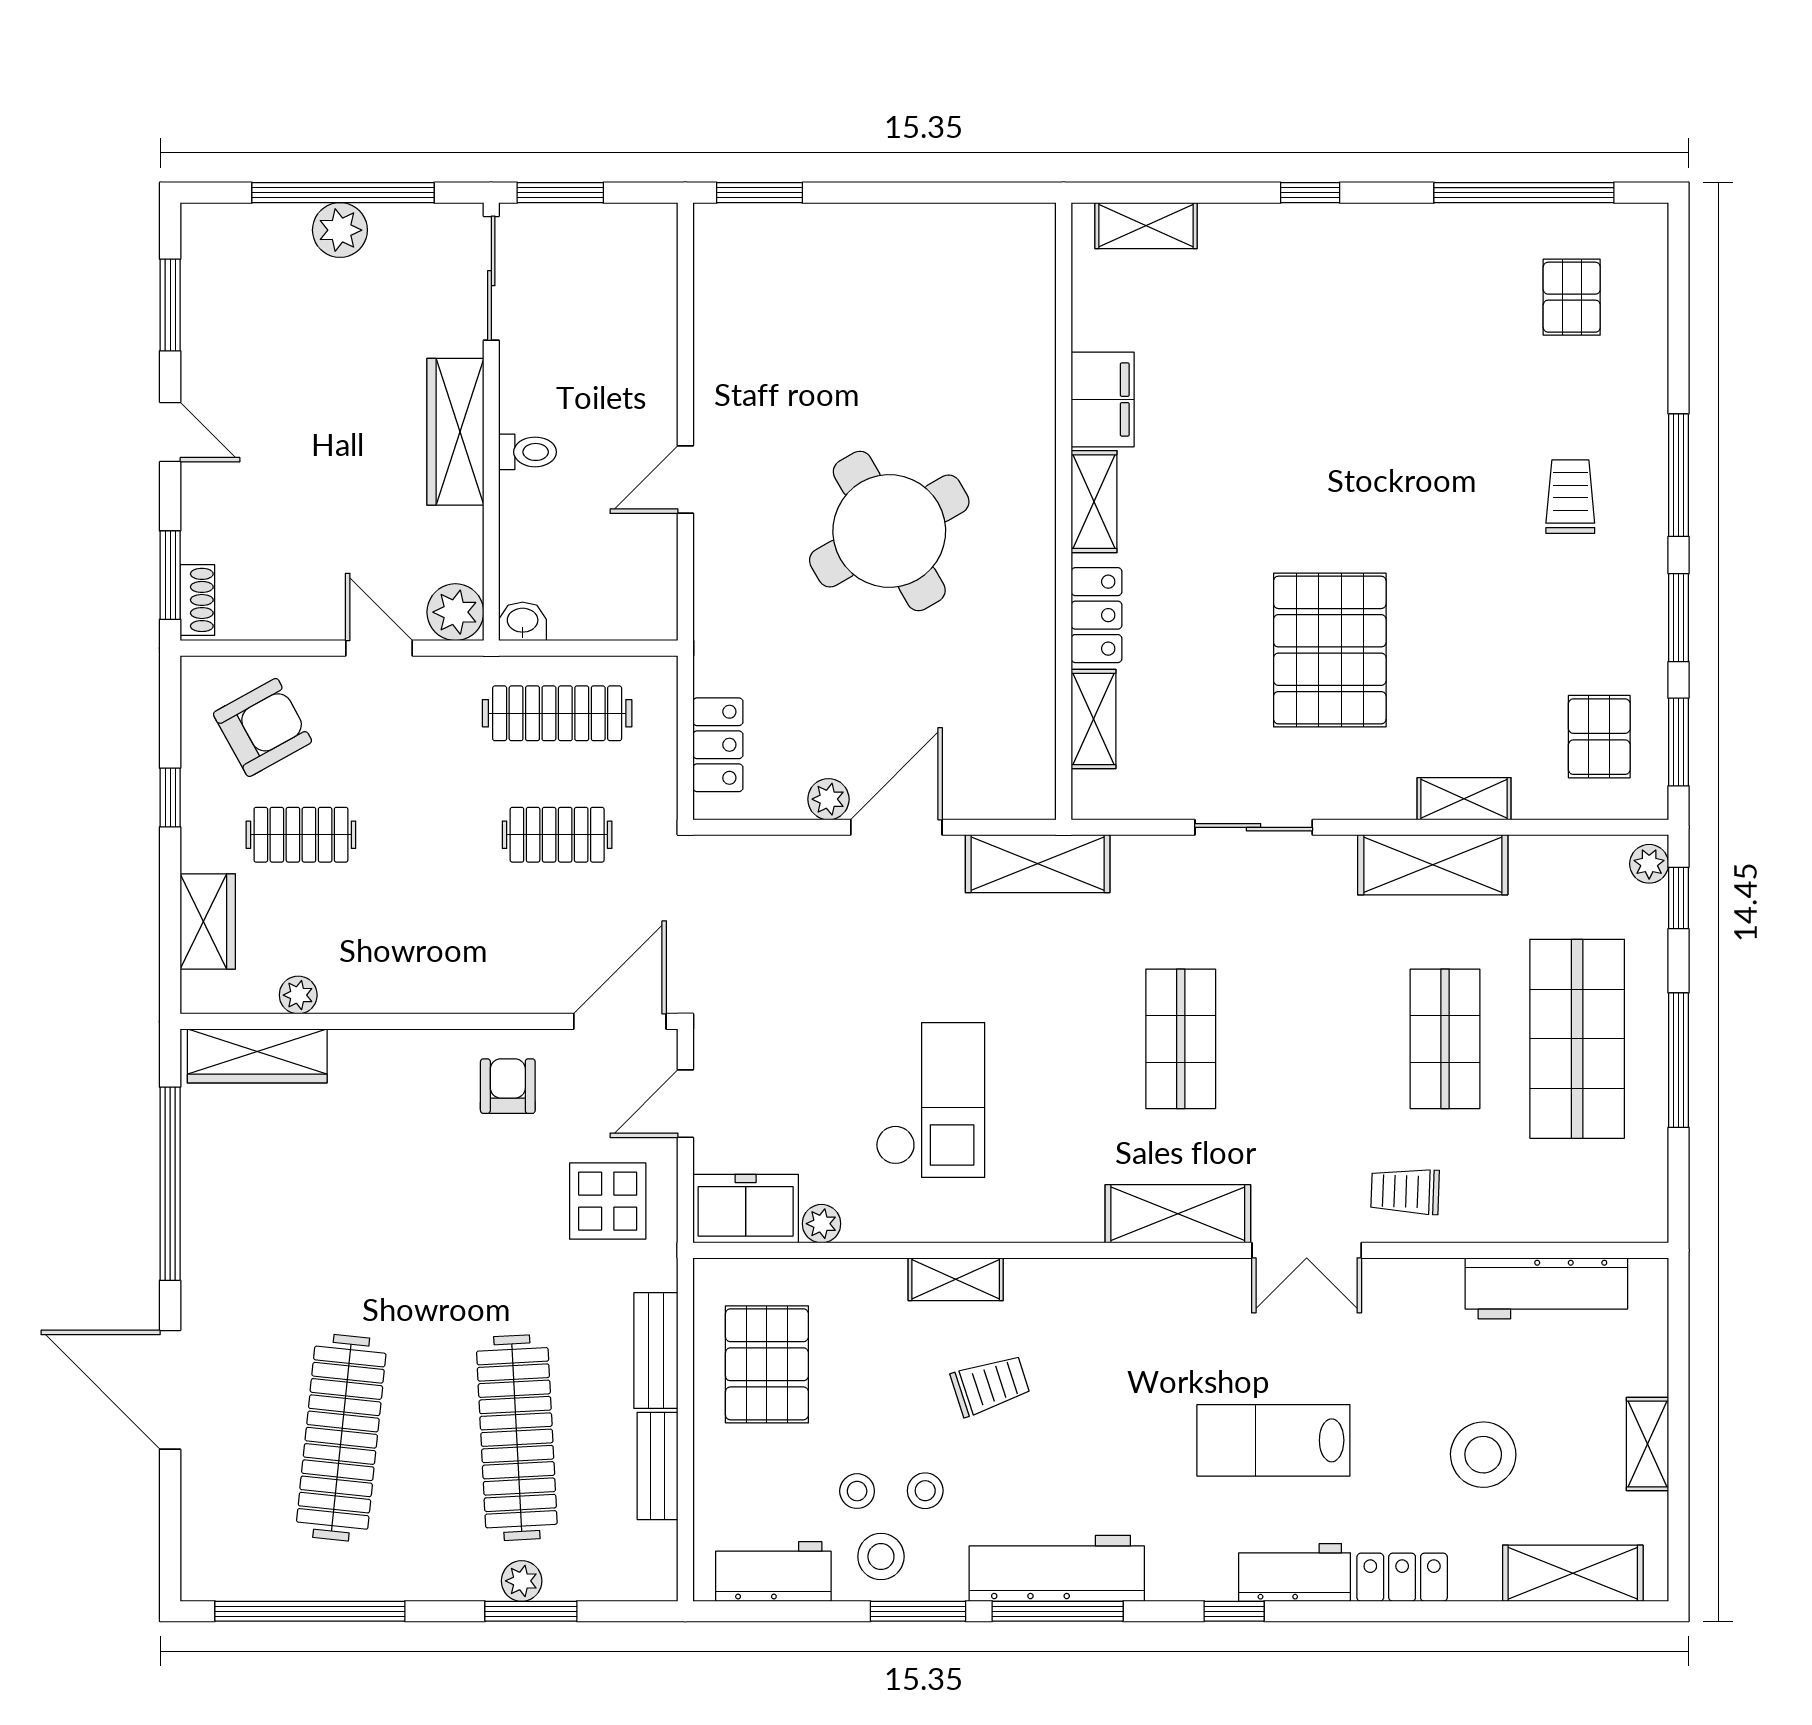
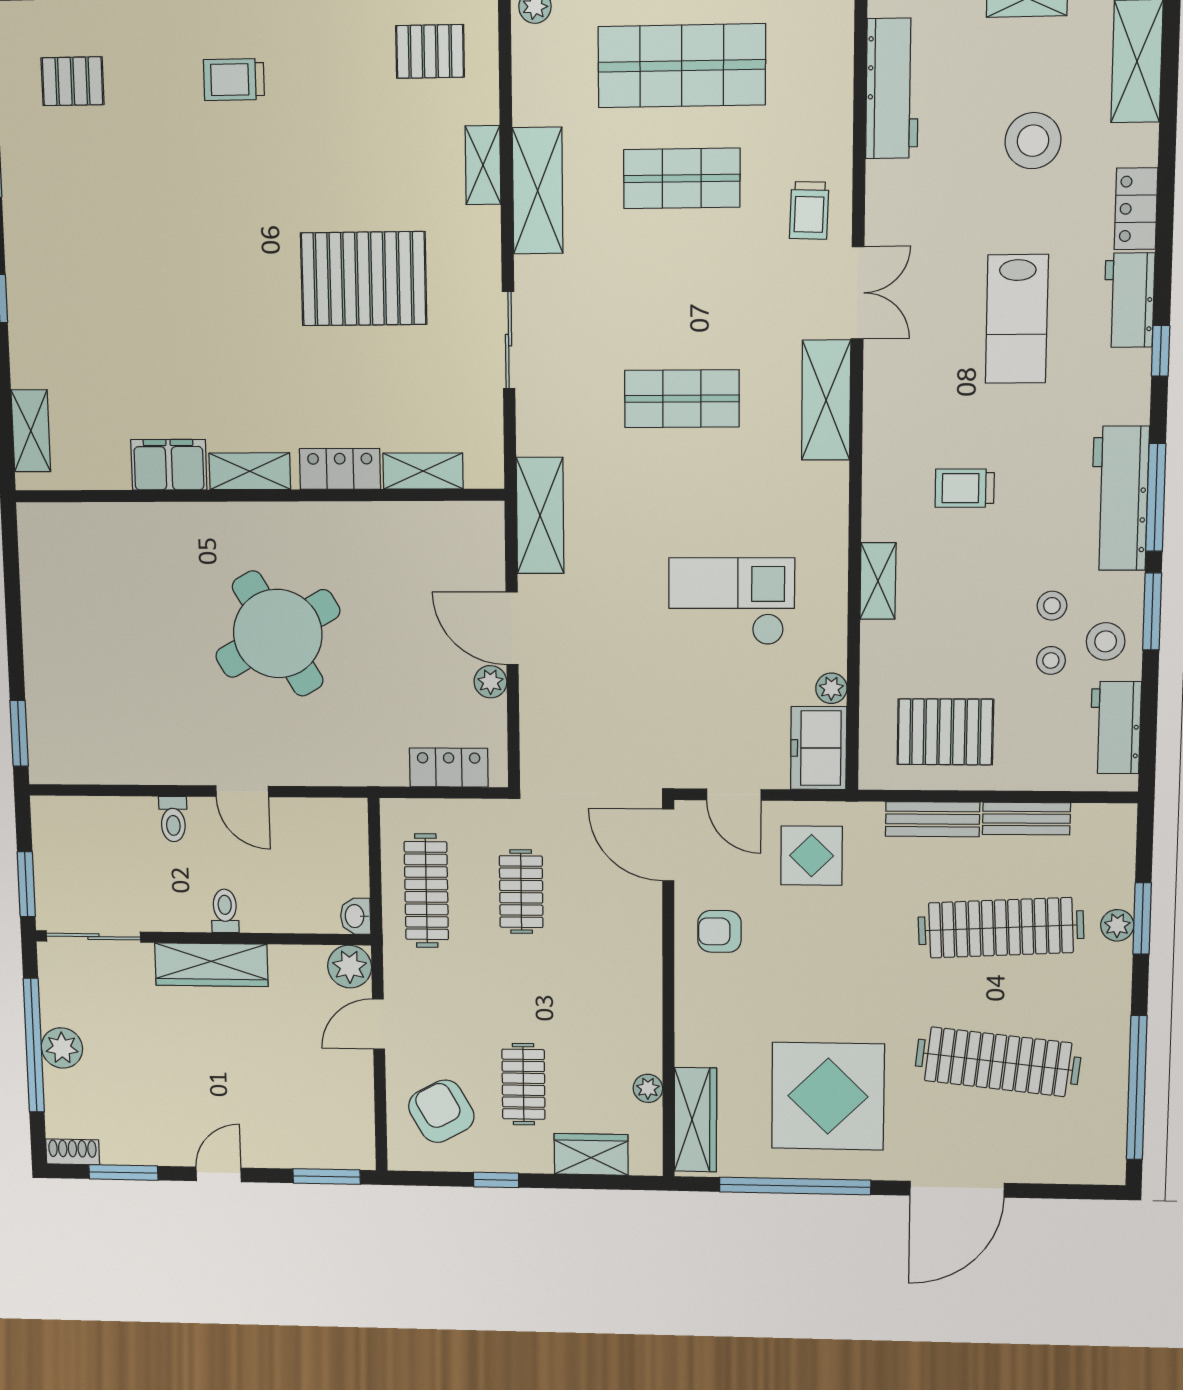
toilet: (648, 389) -> (173, 819), added
shoe rack: (197, 600) -> (73, 1152), moved
display table: (292, 1225) -> (828, 1096), added
trolley: (990, 1385) -> (965, 488), moved, turned -72

